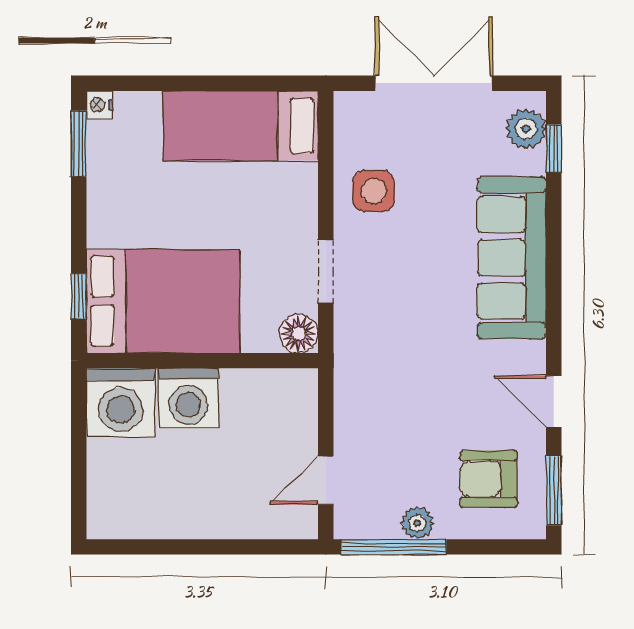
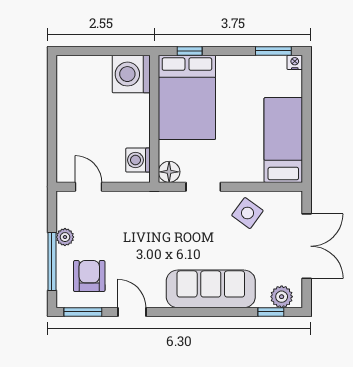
side table: (374, 191) -> (247, 213), turned 36
washing machine: (188, 399) -> (138, 160), moved, width x0.73, depth x0.73
door: (554, 401) -> (132, 312), hinge flipped
window: (394, 547) -> (52, 261), moved

